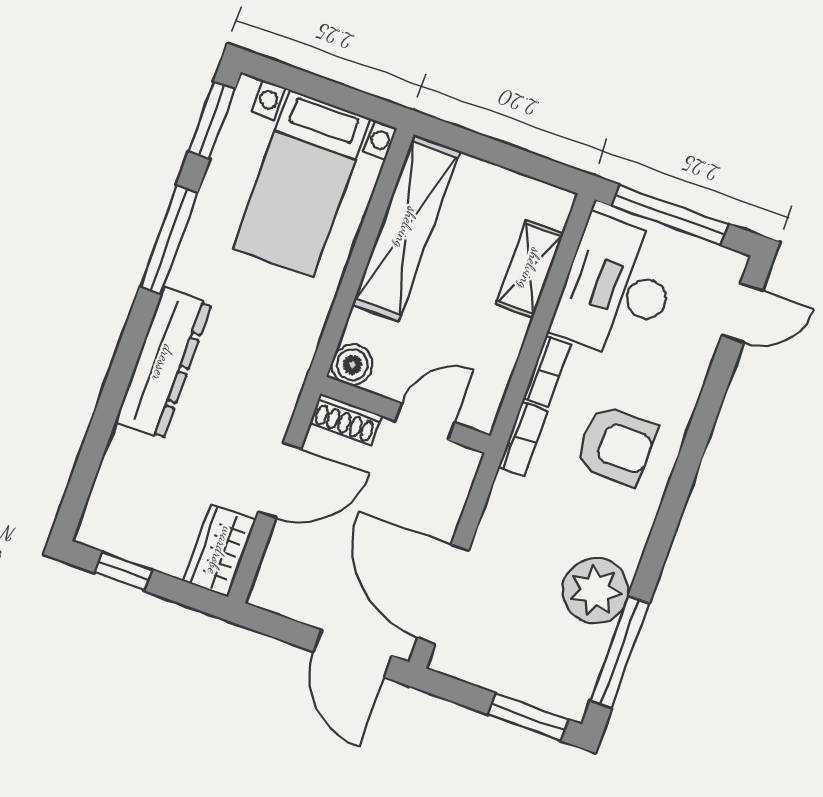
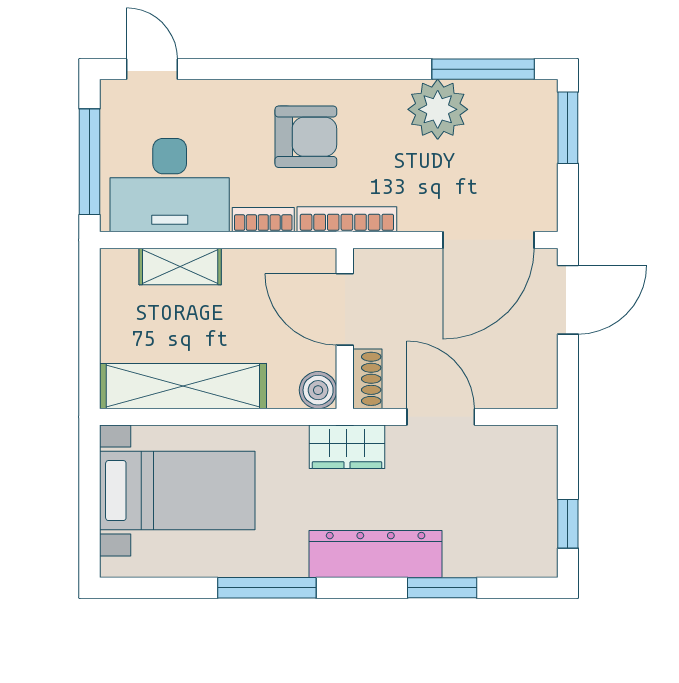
window: (212, 120) -> (442, 588), moved
door: (425, 422) -> (345, 309), width x1.38
bookcase: (523, 439) -> (347, 219), width x1.56
armchair: (616, 446) -> (306, 137), turned 90
wardrobe: (220, 551) -> (347, 447), moved

